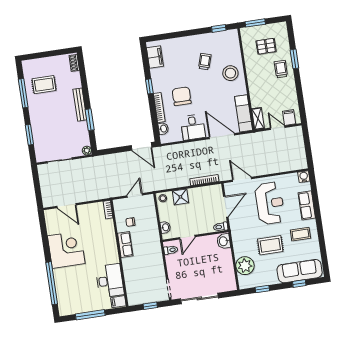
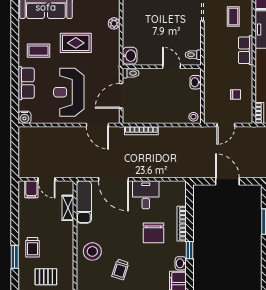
shelving: (258, 119) -> (68, 208), moved
washbasin: (163, 129) -> (181, 263), moved
door: (141, 146) -> (227, 181), moved
shower: (180, 197) -> (172, 115), removed
door: (187, 237) -> (172, 67), hinge flipped
row of seats: (125, 245) -> (246, 50), moved
plant: (245, 266) -> (114, 23), width x0.53, depth x0.53
coffee table: (142, 287) -> (233, 16), added

